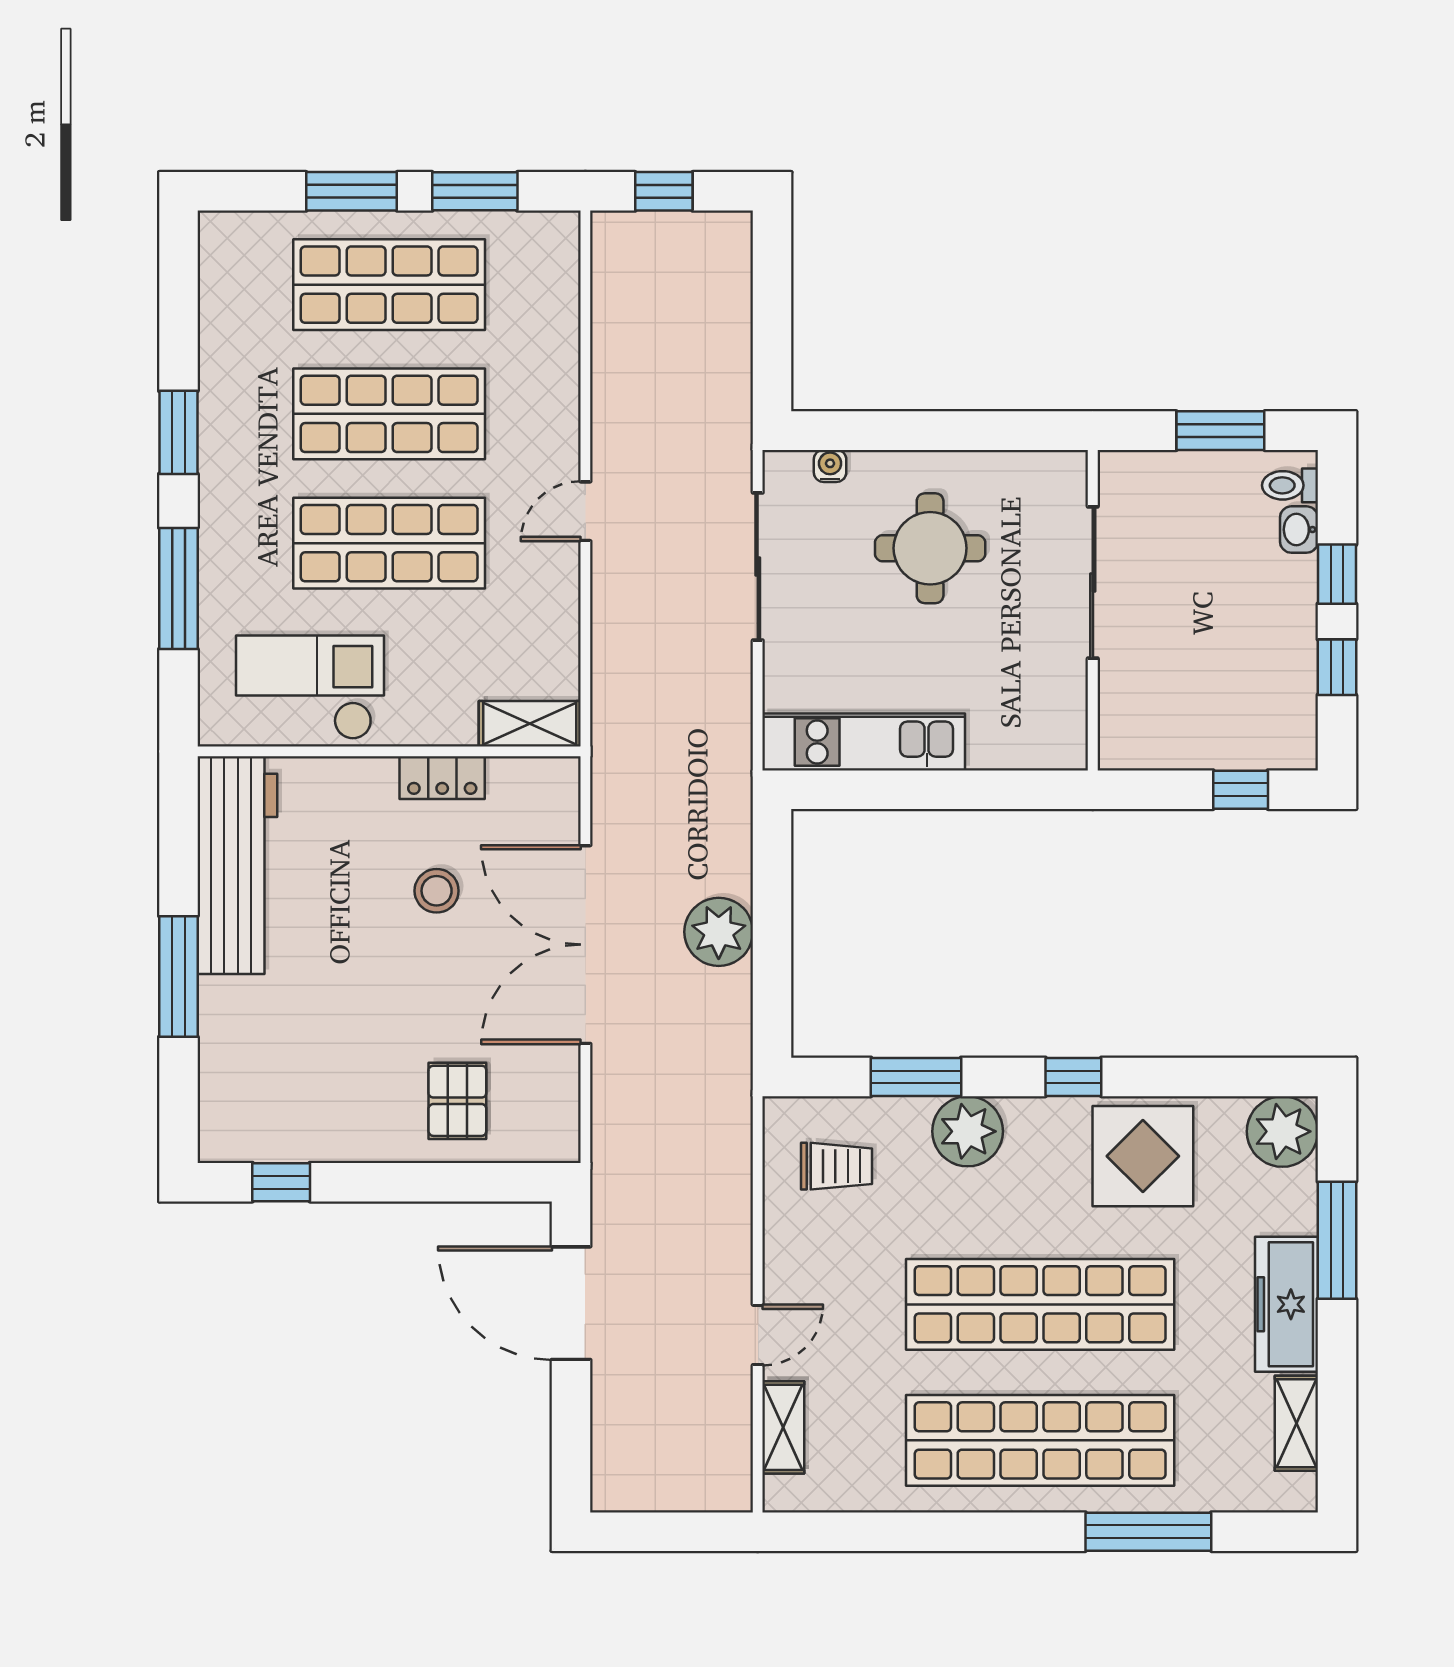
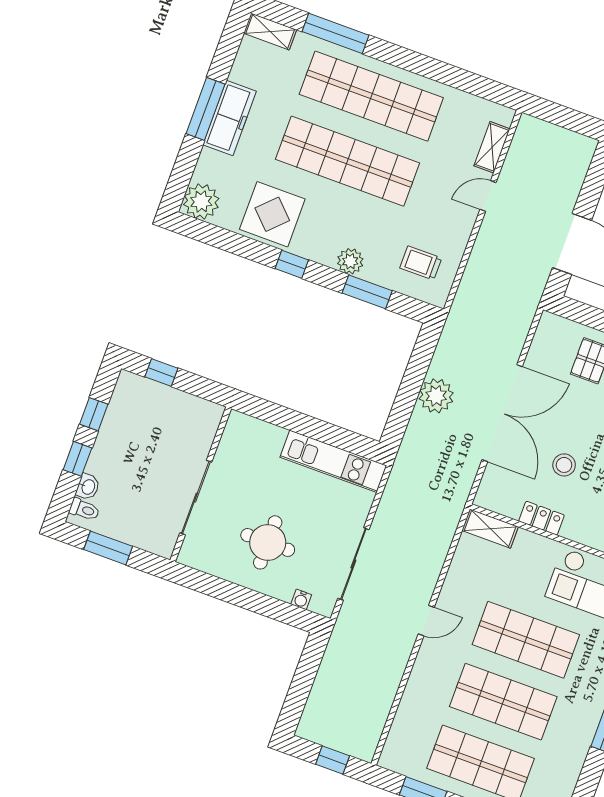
plant: (968, 1131) -> (350, 261), width x0.73, depth x0.73
window: (1337, 1240) -> (205, 109), moved
shelving: (1296, 1423) -> (270, 31), moved, turned 90

